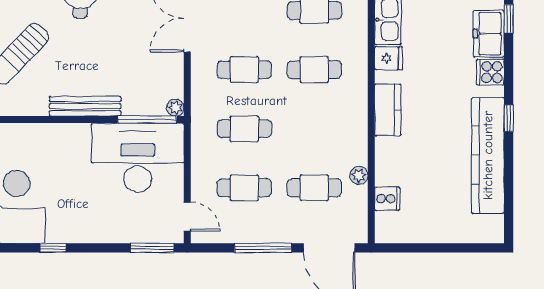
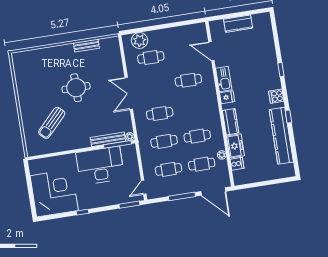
freezer: (489, 34) -> (235, 146), moved, turned 180
cafe table: (314, 70) -> (197, 136), moved
bench: (85, 106) -> (108, 139), moved
desk: (138, 158) -> (100, 166), moved
door: (187, 217) -> (144, 187), swing flipped

